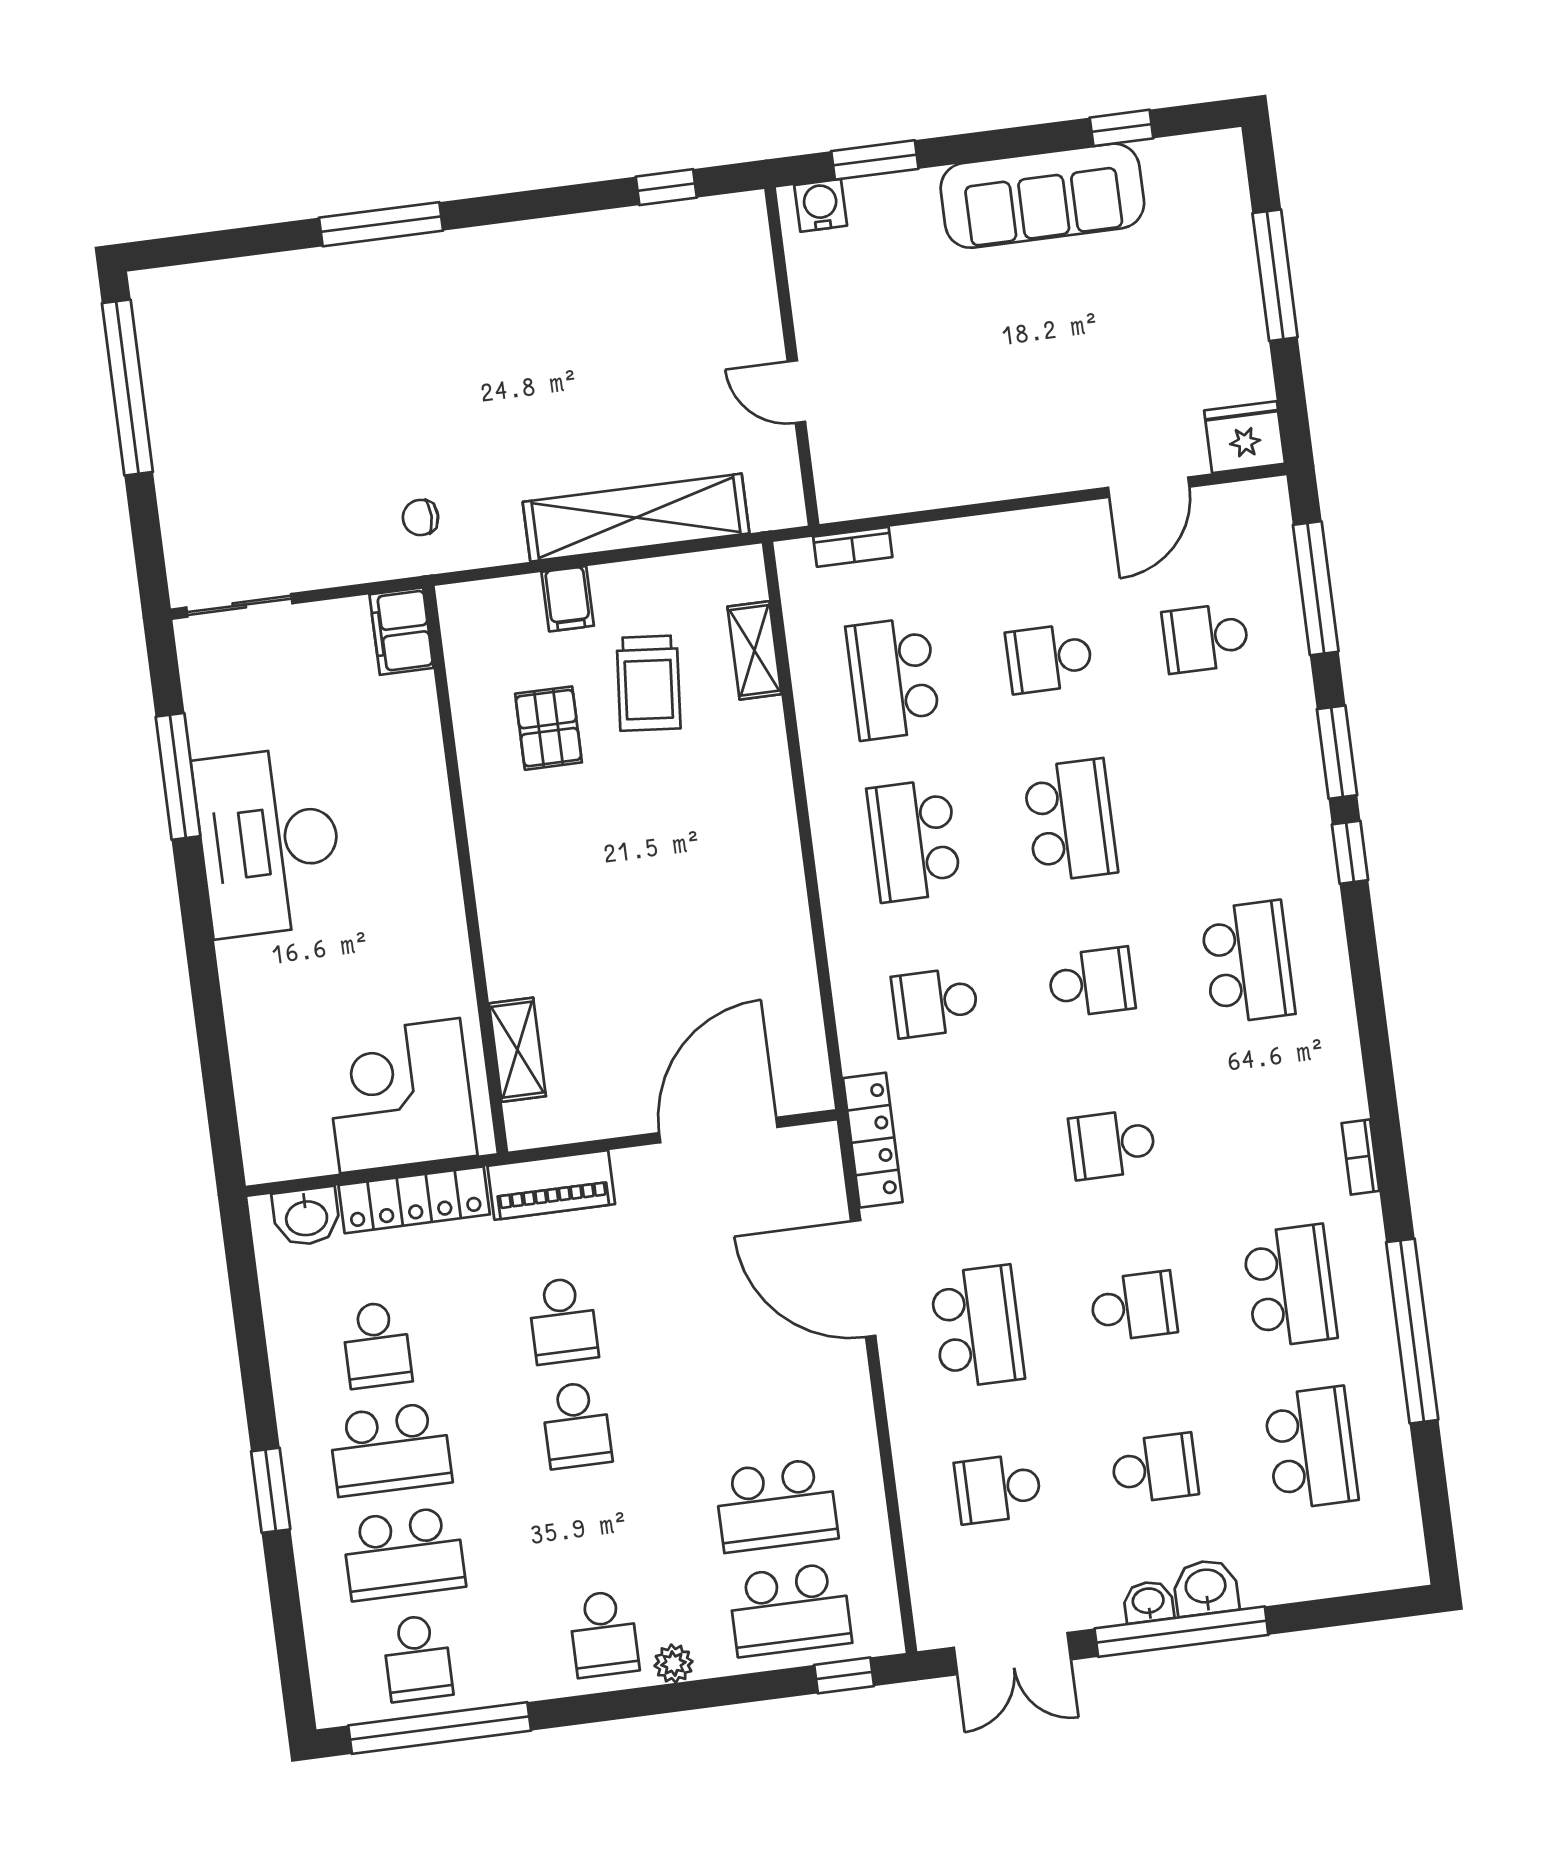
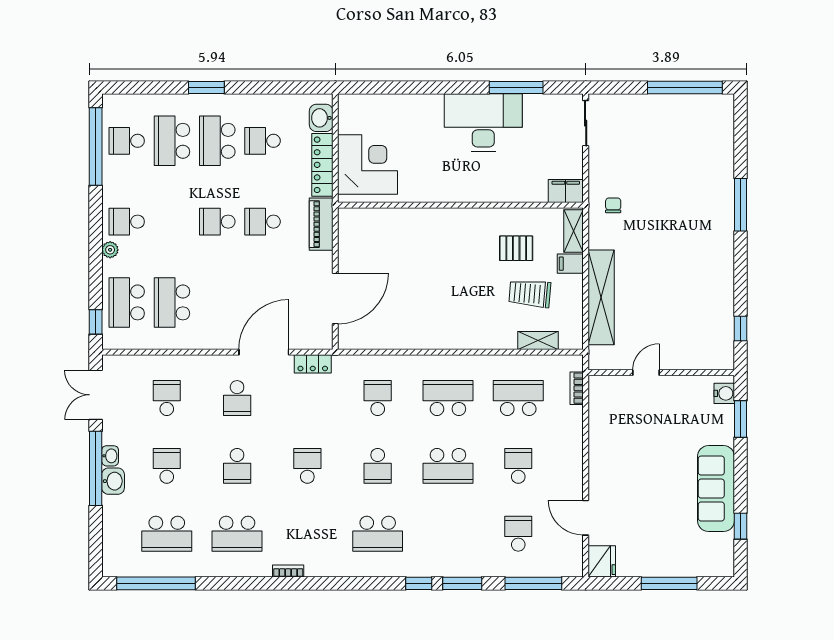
shelving: (517, 1050) -> (574, 231), moved, turned 90
door: (718, 1130) -> (335, 298), hinge flipped
locker: (873, 1140) -> (313, 364), width x0.66
school desk: (977, 1327) -> (237, 398), width x0.54
window: (1412, 1331) -> (156, 583), moved
school desk: (1155, 1468) -> (167, 466), turned 180

